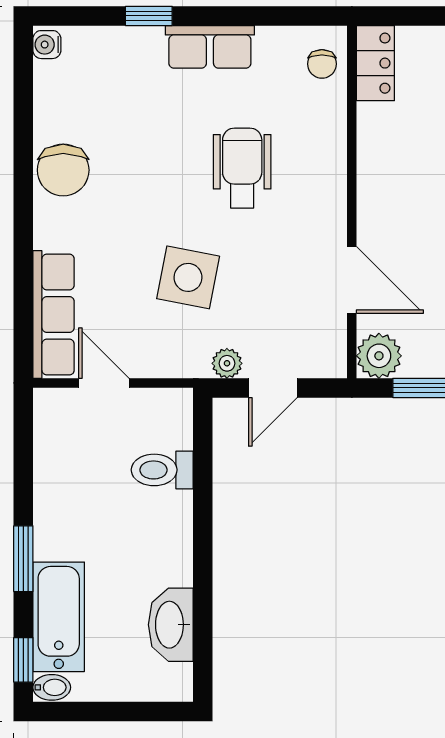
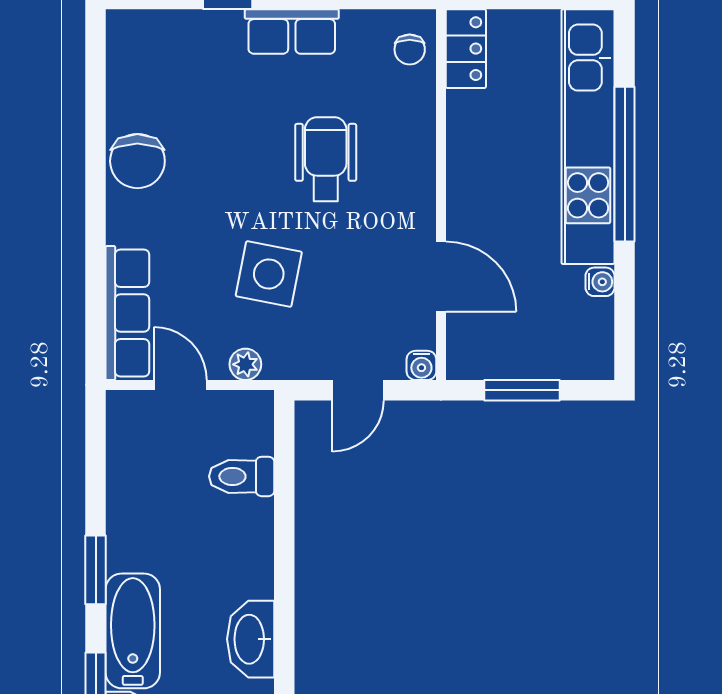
water cooler: (47, 45) -> (421, 365), moved, turned -90
plant: (379, 356) -> (470, 356), removed
plant: (227, 363) -> (245, 364), moved

